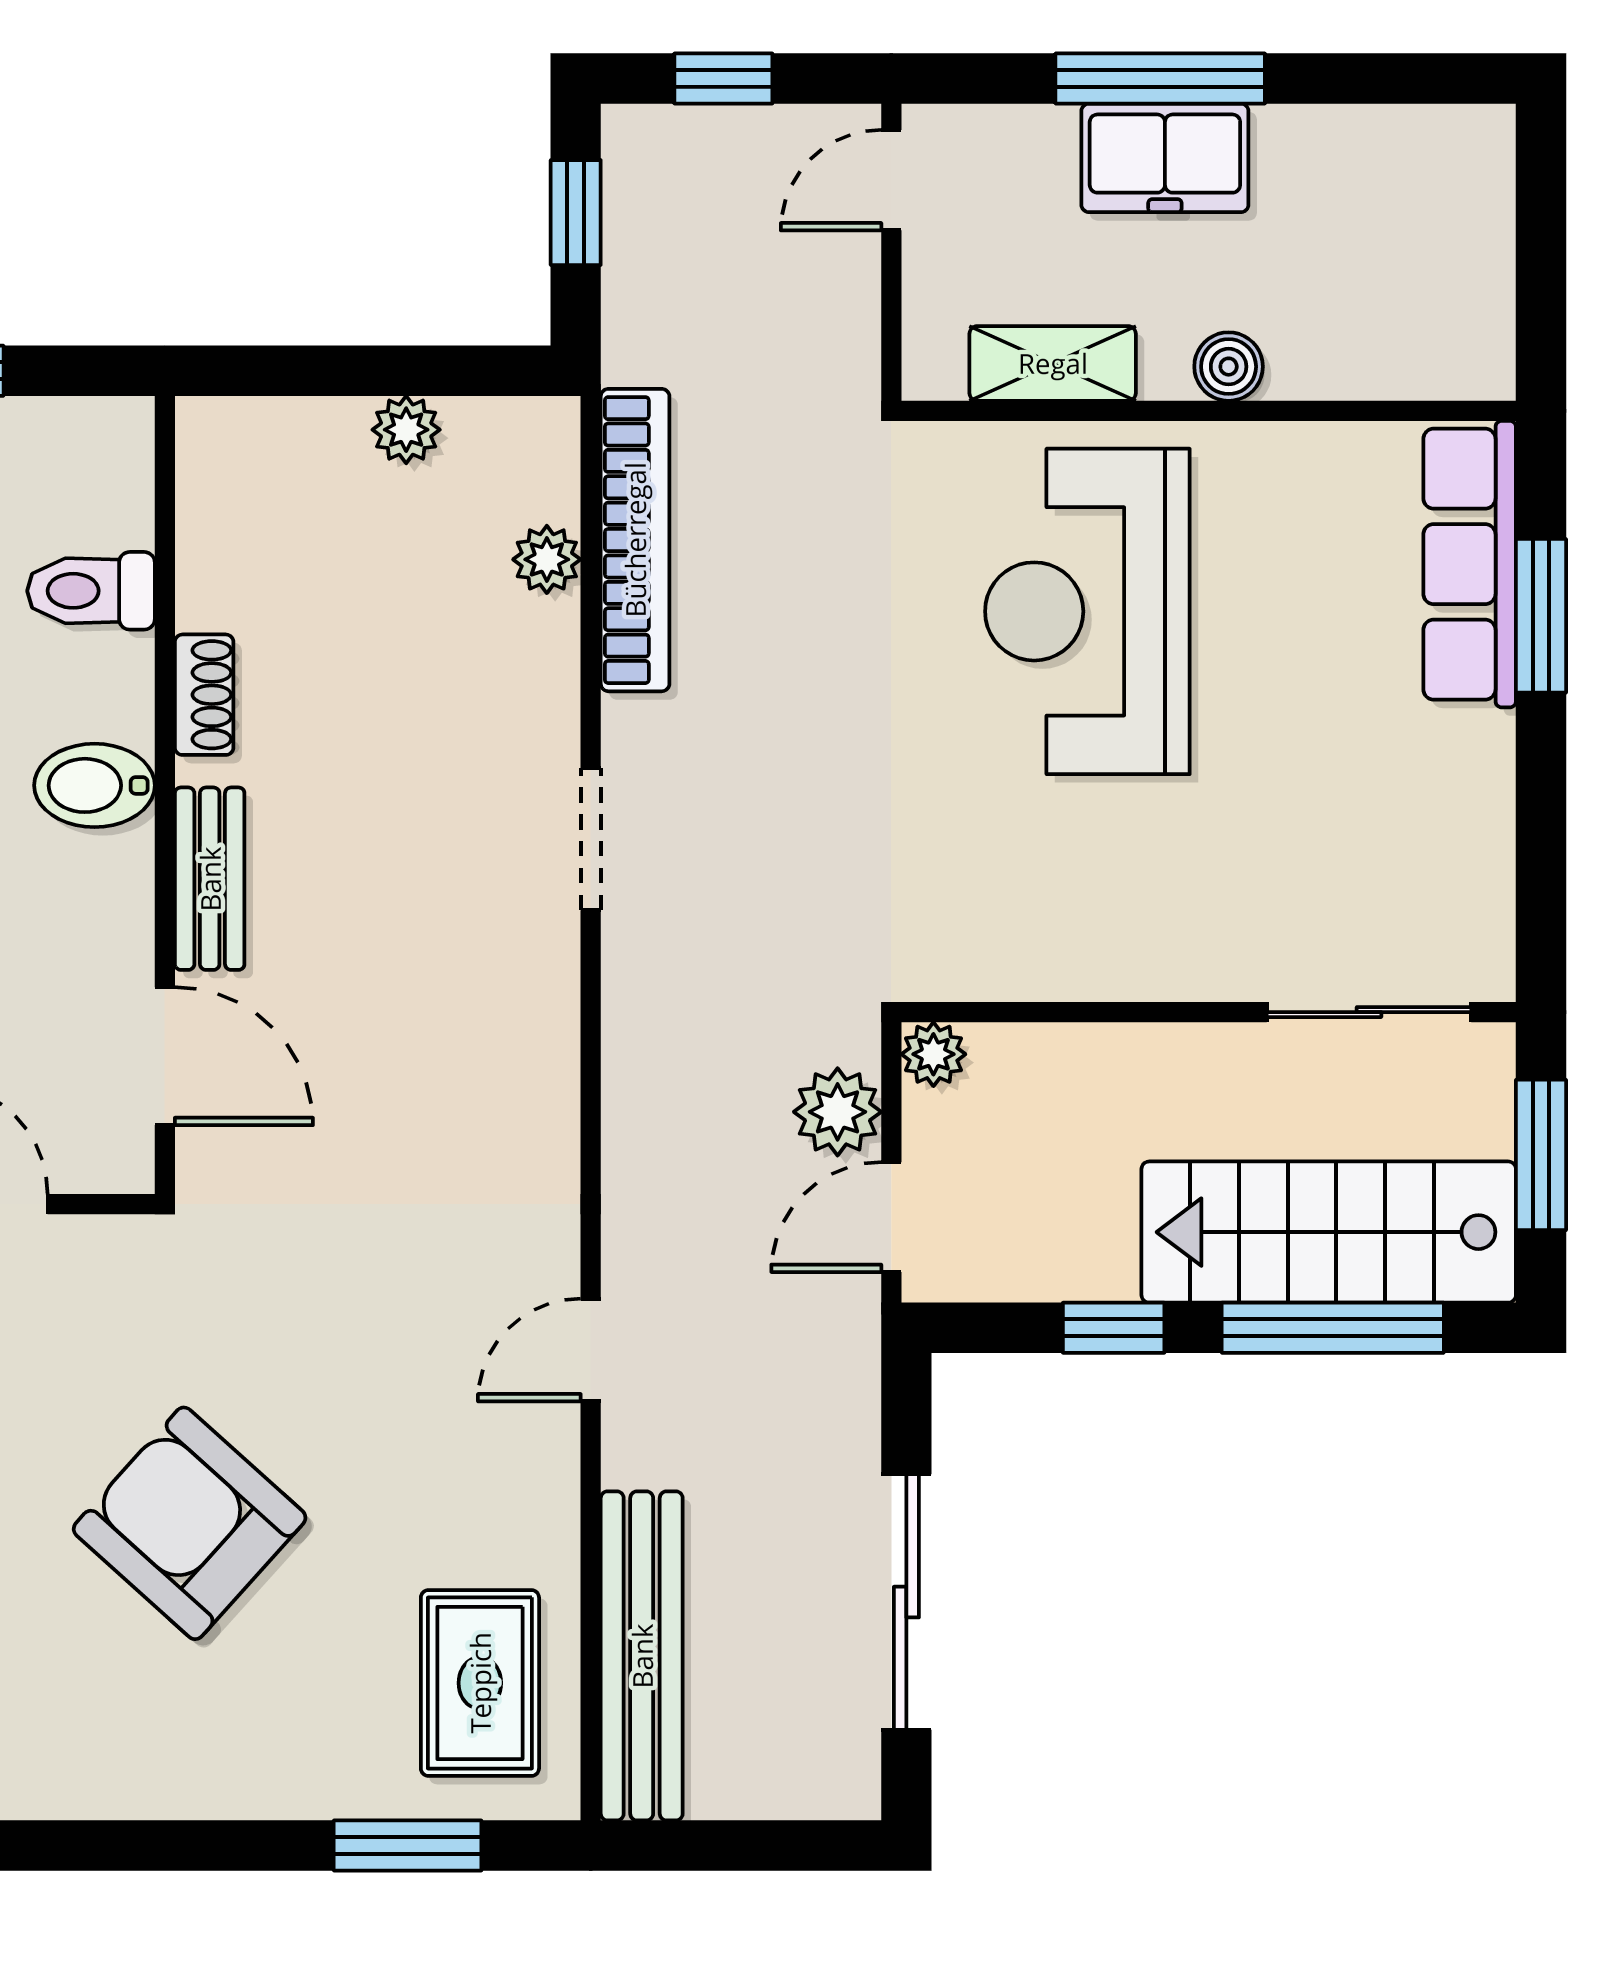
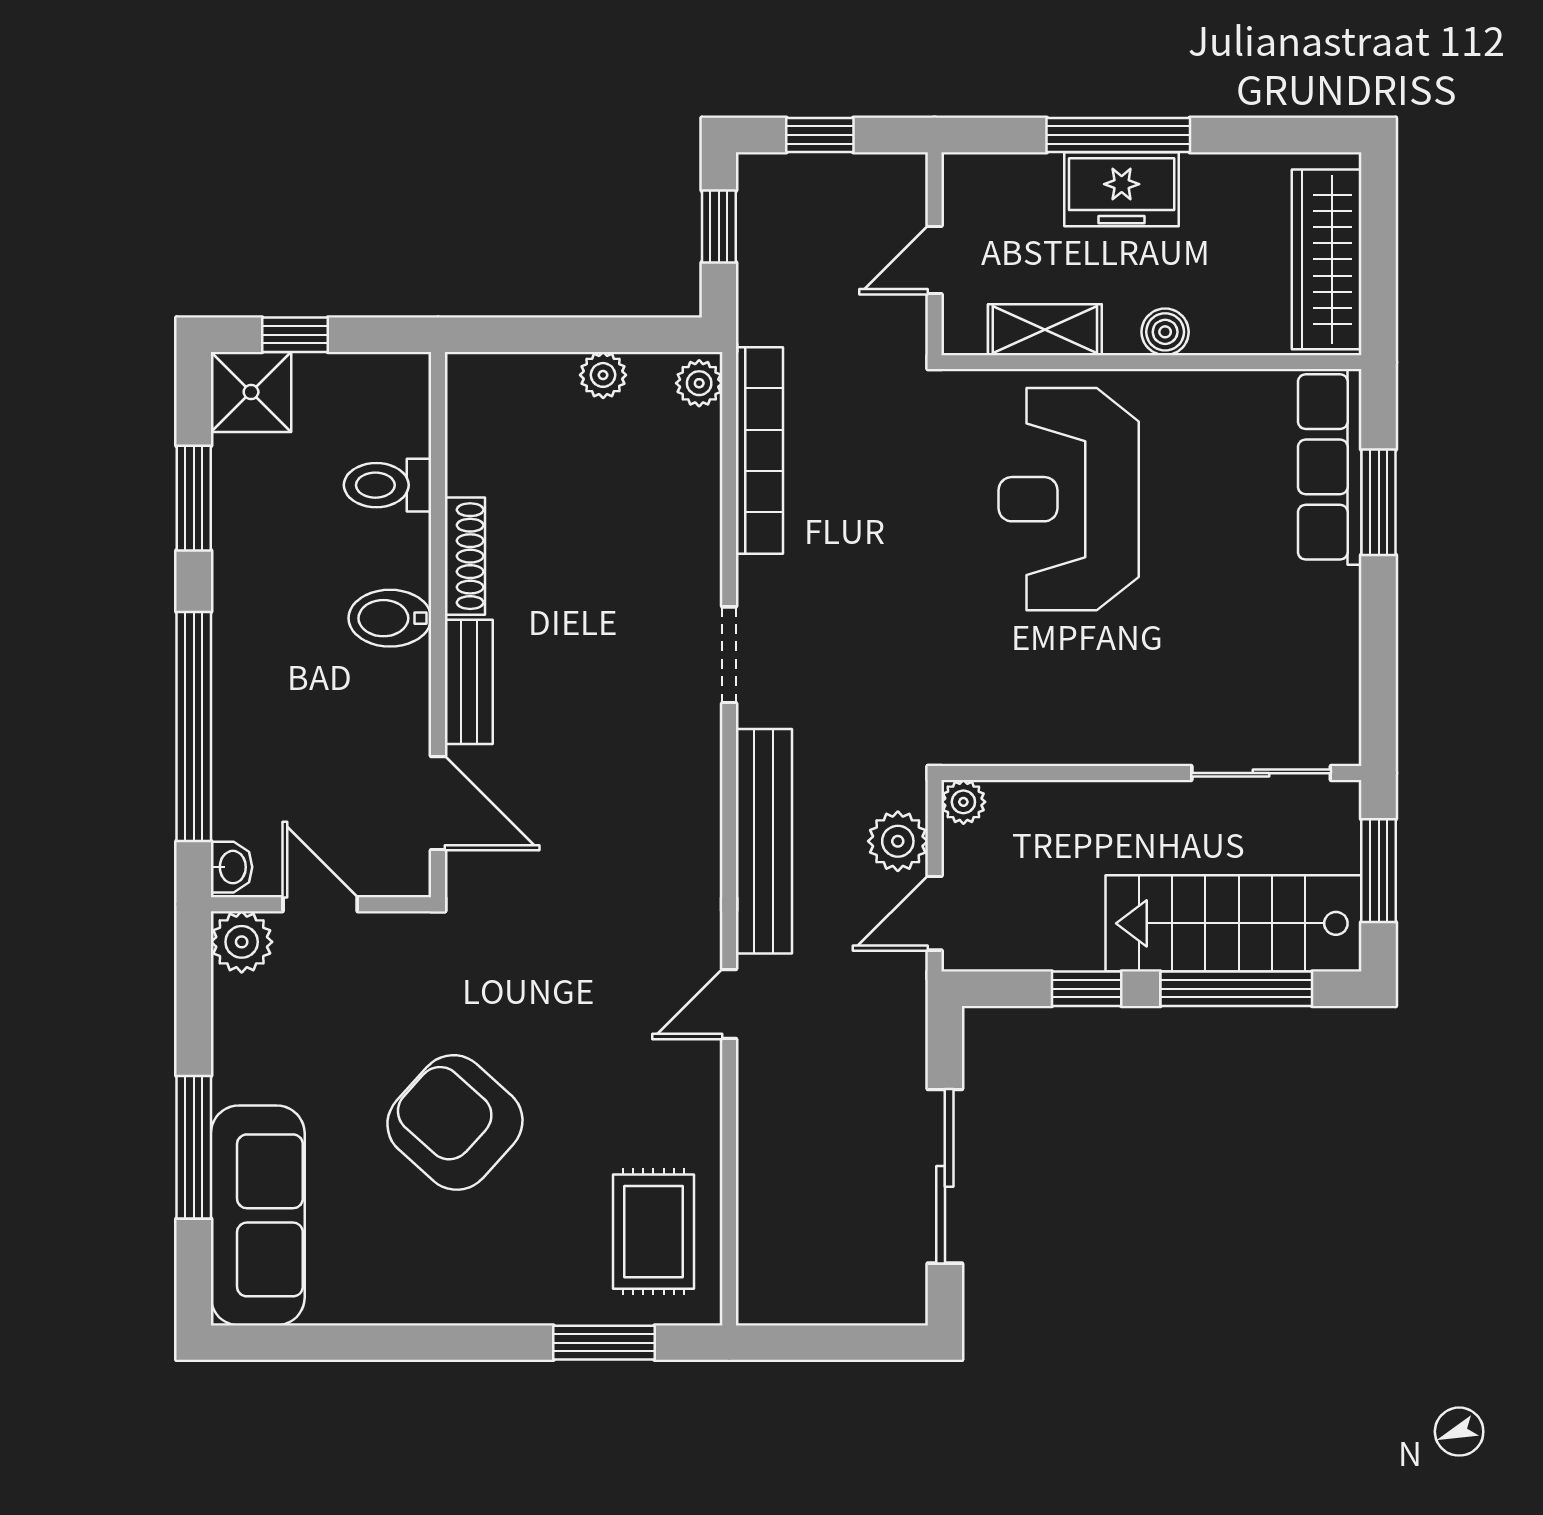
door: (891, 180) -> (935, 260), moved
wardrobe: (1465, 261) -> (1327, 259), added
plant: (547, 559) -> (699, 383), moved
shoe rack: (204, 695) -> (465, 556), width x1.43
bench: (642, 1656) -> (764, 841), moved

